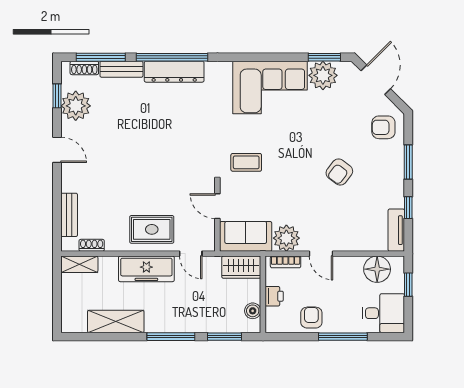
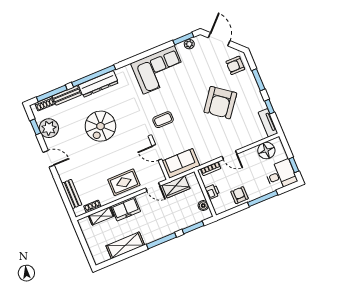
plant: (323, 75) -> (189, 44), width x0.53, depth x0.53
spiral stairs: (152, 134) -> (100, 126), added
armchair: (339, 172) -> (220, 103), width x1.88, depth x1.88
plant: (286, 238) -> (205, 154), removed
shelving: (79, 264) -> (101, 216), moved
wardrobe: (241, 267) -> (176, 187), moved
freezer: (146, 269) -> (126, 209), width x0.71
window: (408, 285) -> (294, 165), moved

